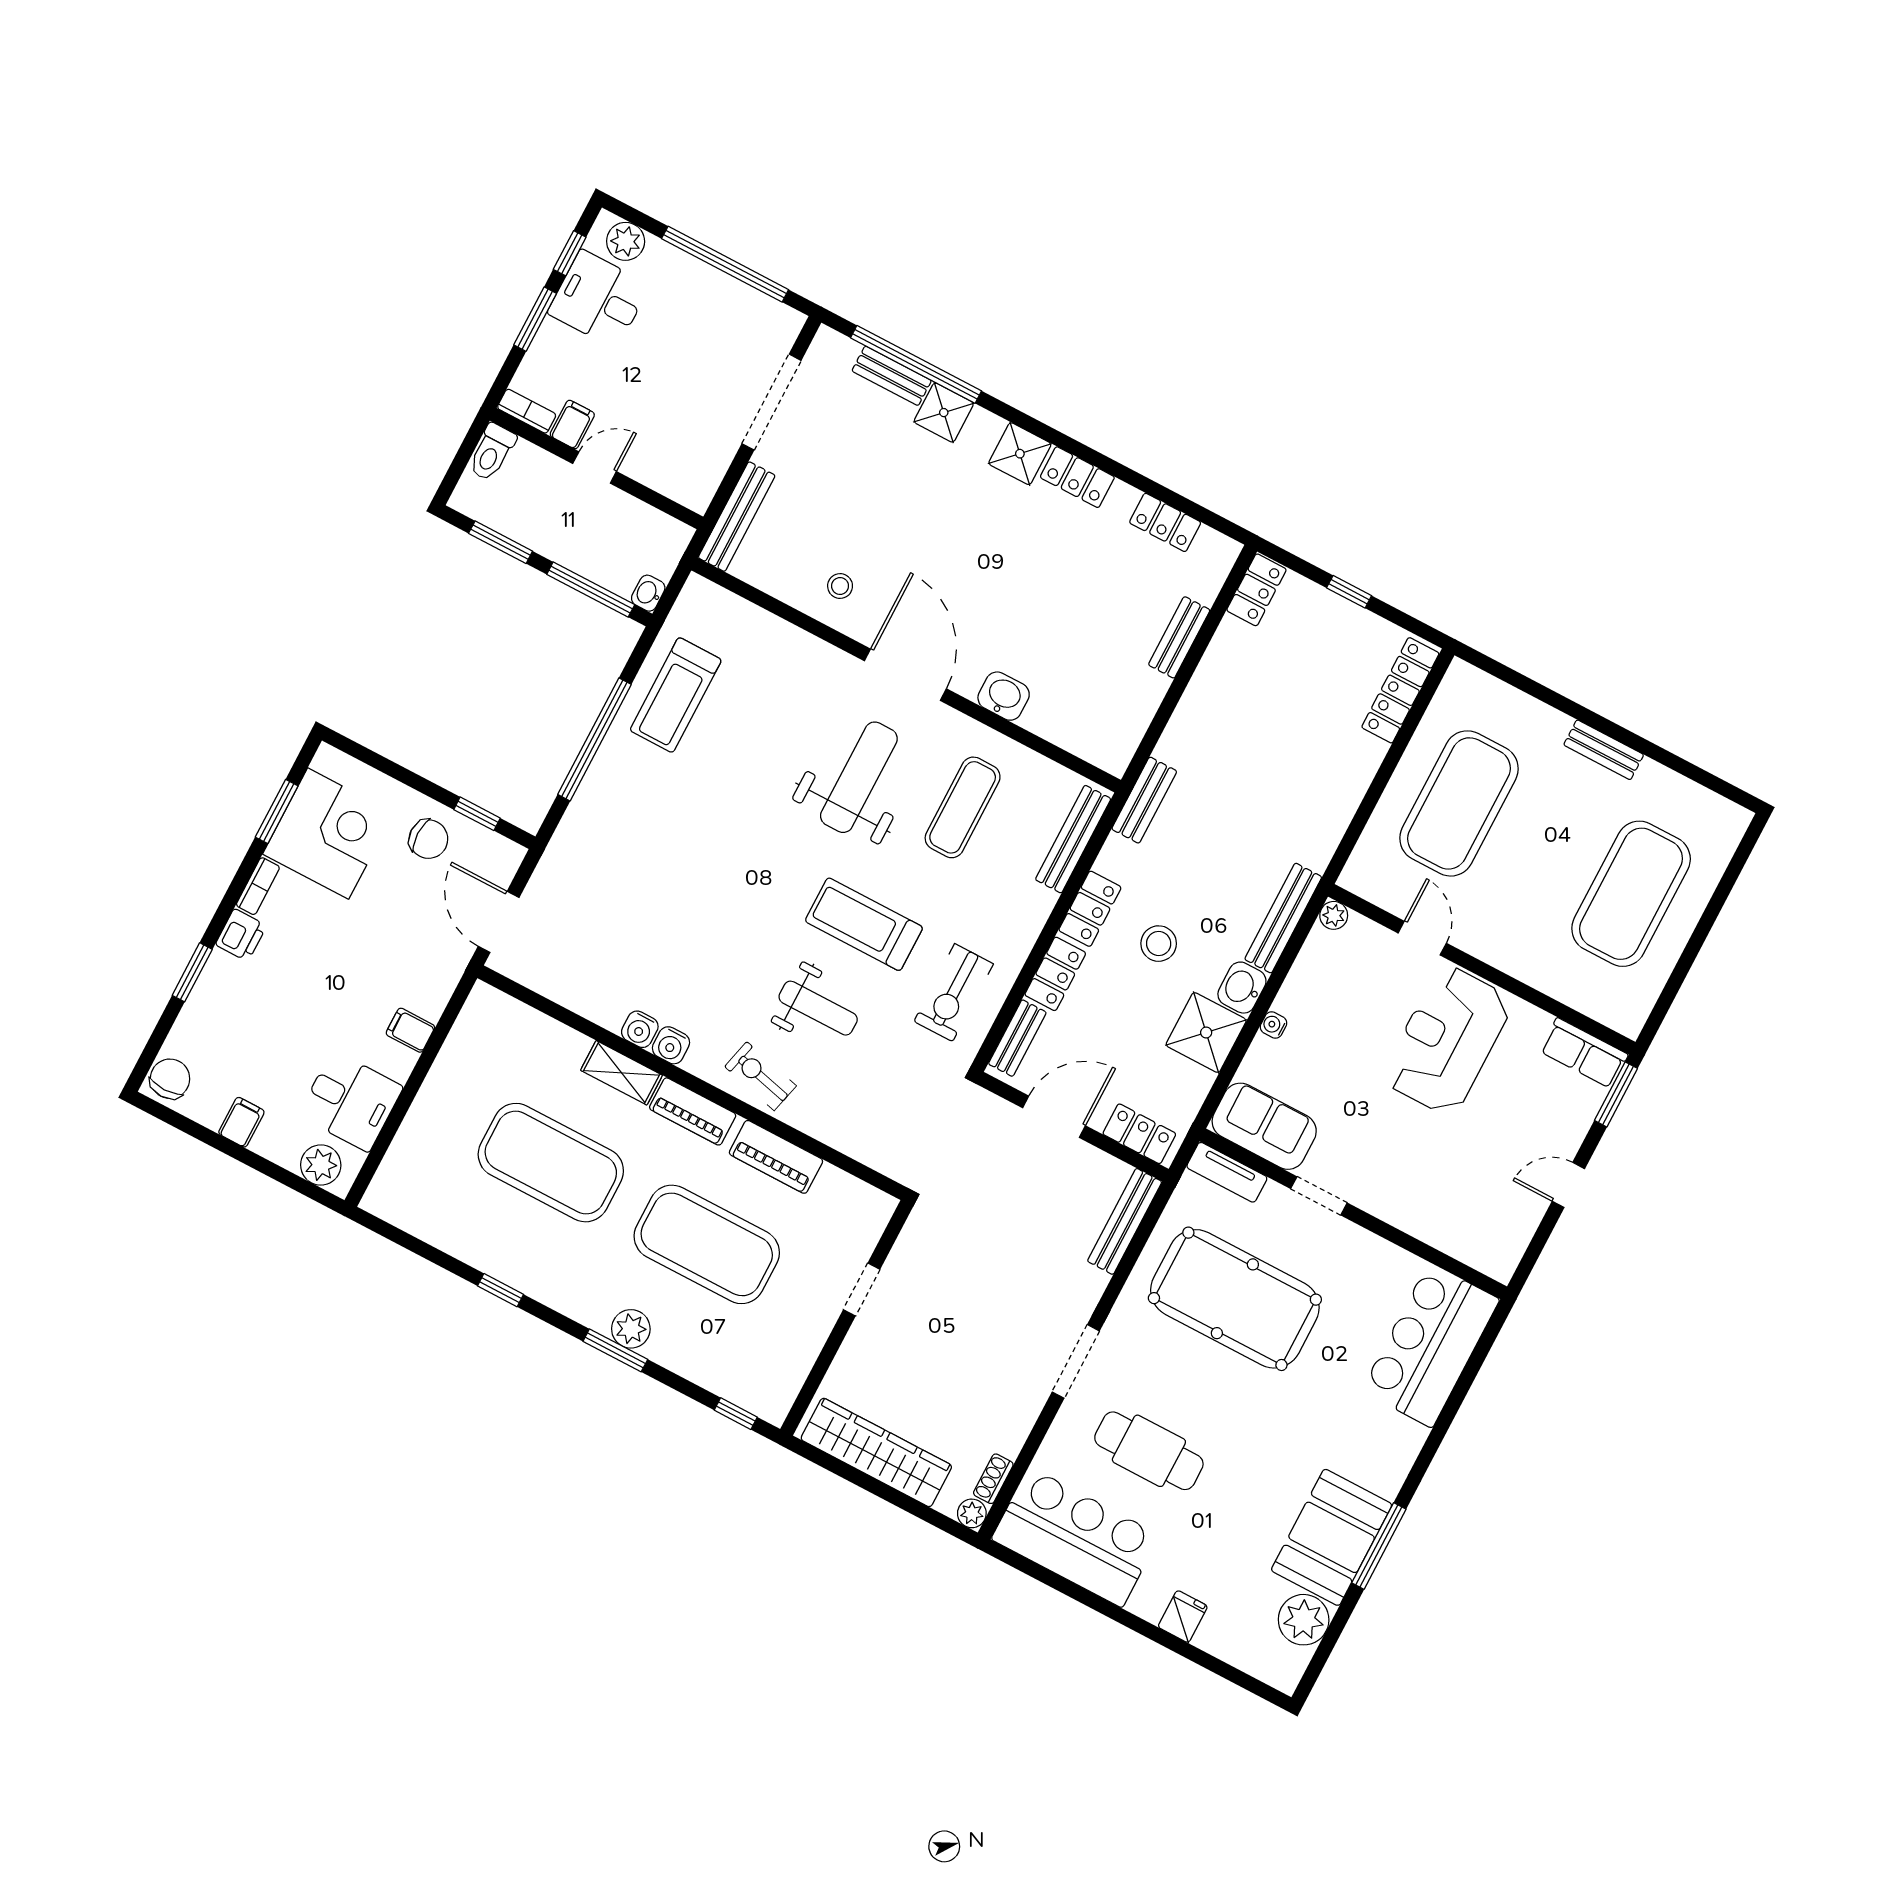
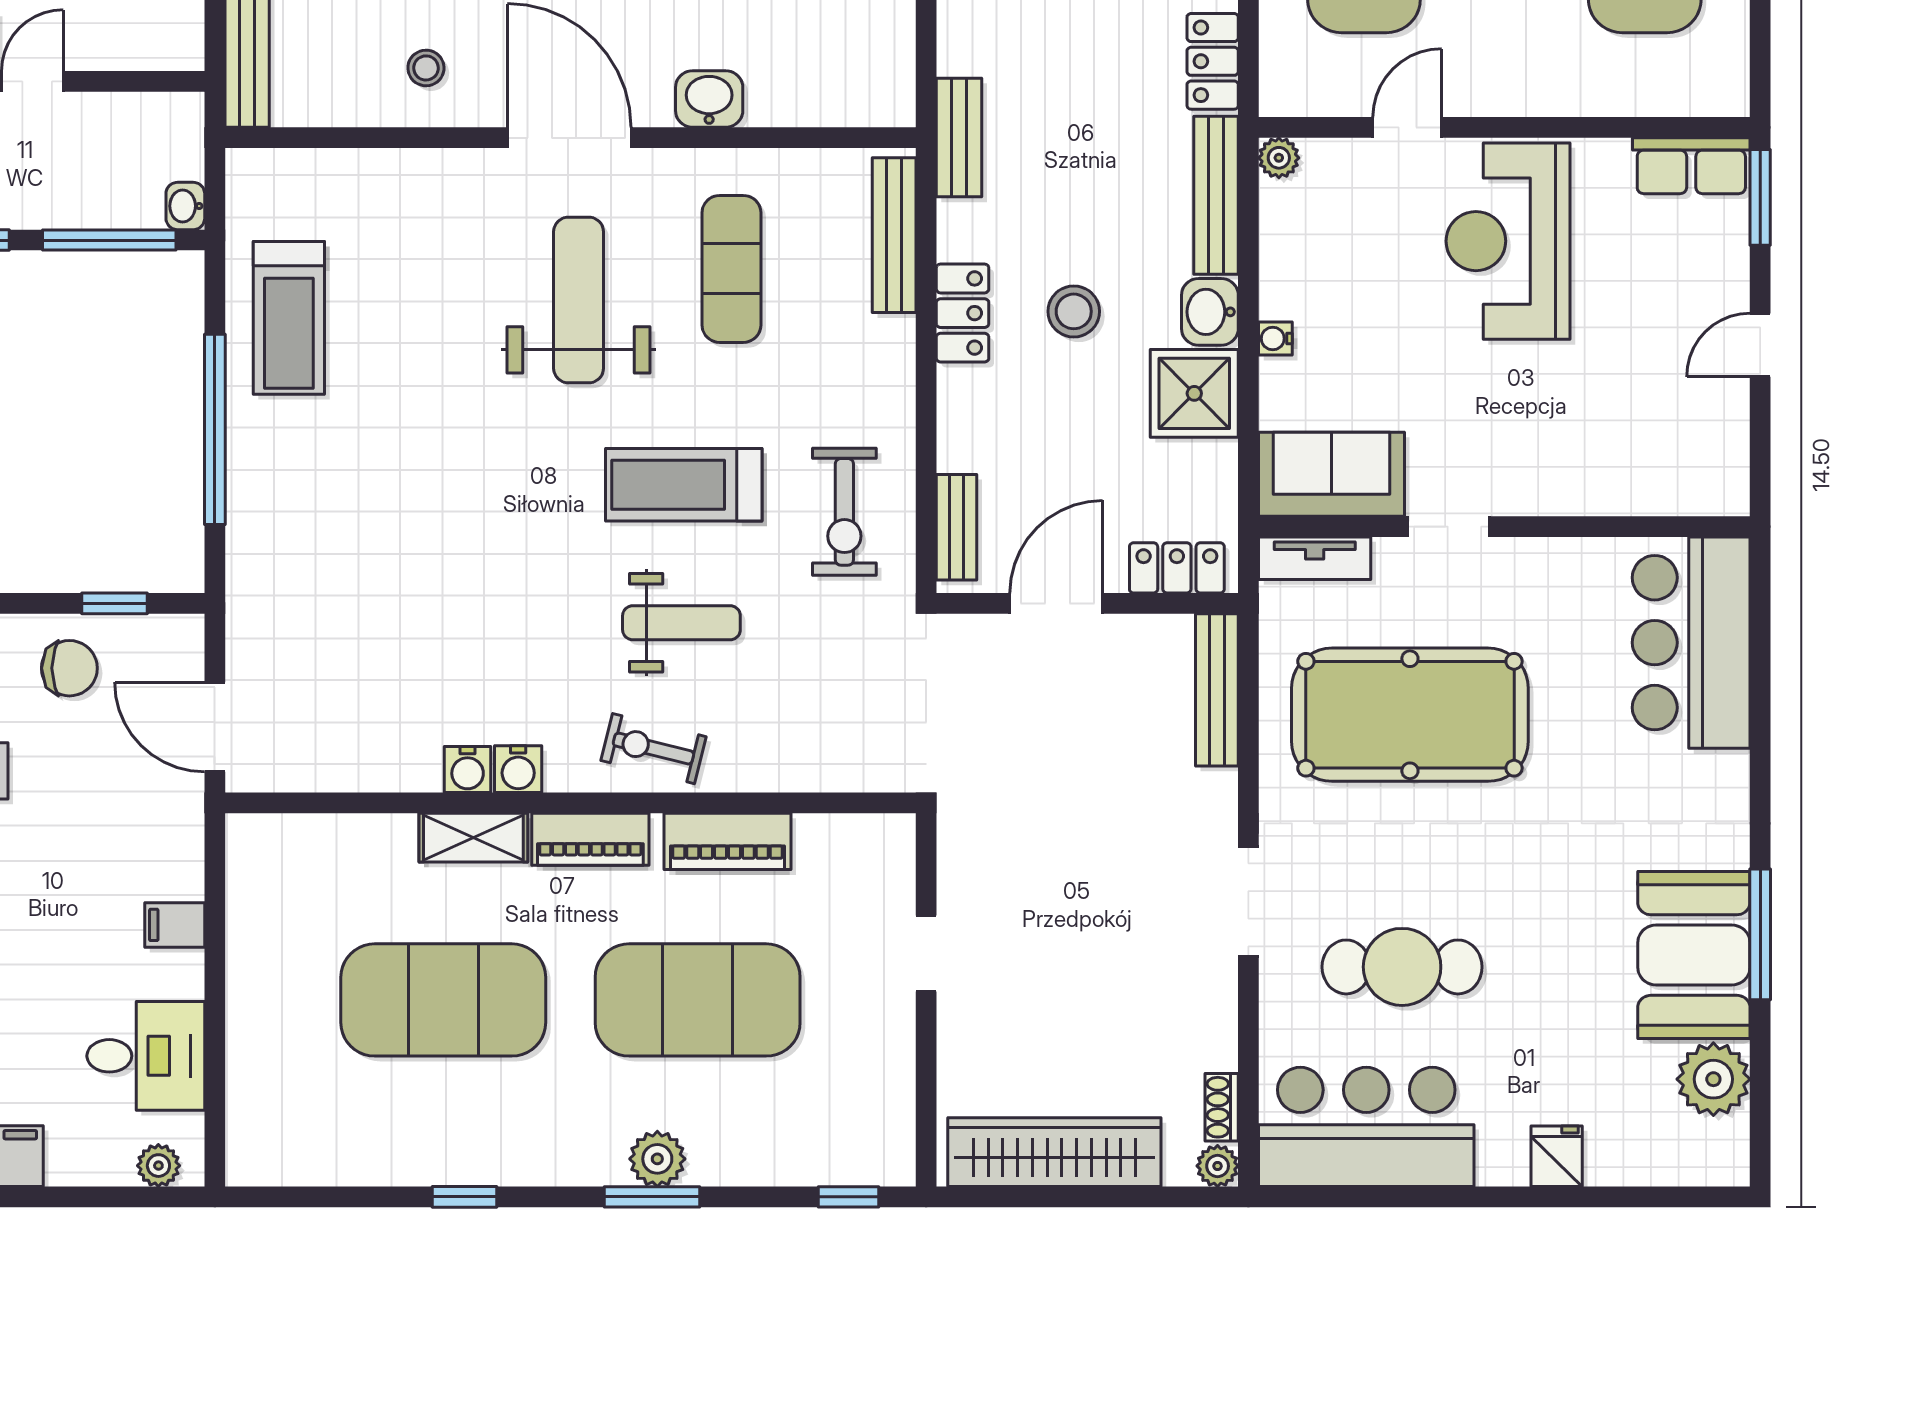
door: (1422, 938) -> (1407, 127), hinge flipped
locker: (1055, 974) -> (1213, 61), moved, turned 180
plant: (321, 1165) -> (158, 1166), width x0.73, depth x0.73

